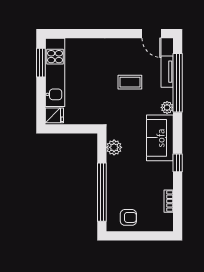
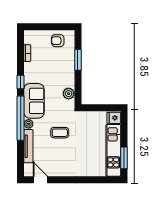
tv unit: (167, 72) -> (28, 146), width x1.41
coffee table: (130, 82) -> (60, 133), moved
window: (178, 83) -> (21, 118), moved
window: (102, 192) -> (78, 60), width x0.47

